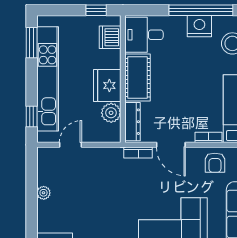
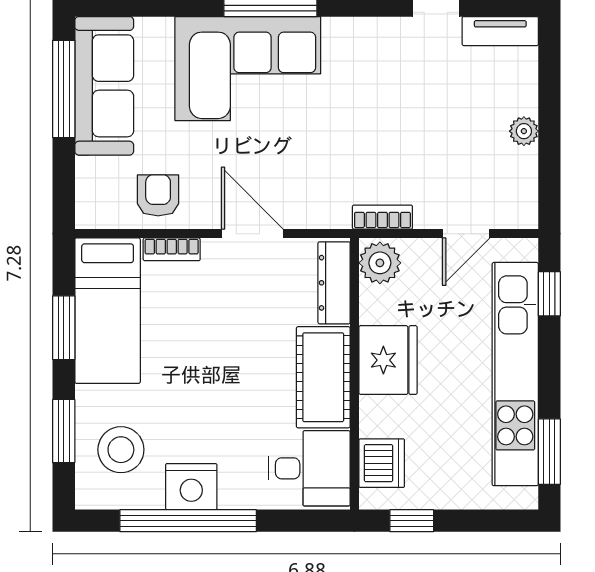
plant: (111, 113) -> (380, 263), moved
bookcase: (138, 152) -> (382, 217), moved

